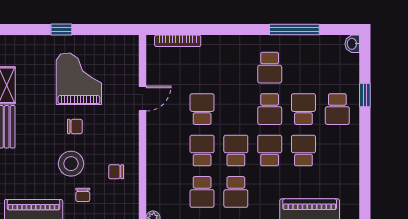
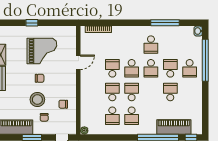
grand piano: (79, 79) -> (42, 51), turned 90
window: (365, 95) -> (205, 60), width x3.17
school desk: (270, 151) -> (132, 68), moved, turned 180

